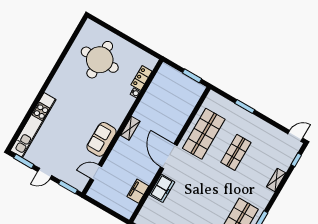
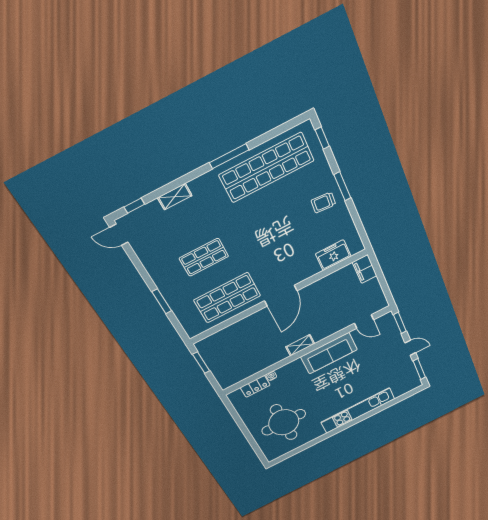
kitchen unit: (33, 125) -> (358, 411), moved
sofa: (102, 139) -> (329, 353), width x1.36
freezer: (162, 188) -> (333, 255), moved
filing cabinet: (138, 191) -> (365, 269), moved, turned 90

